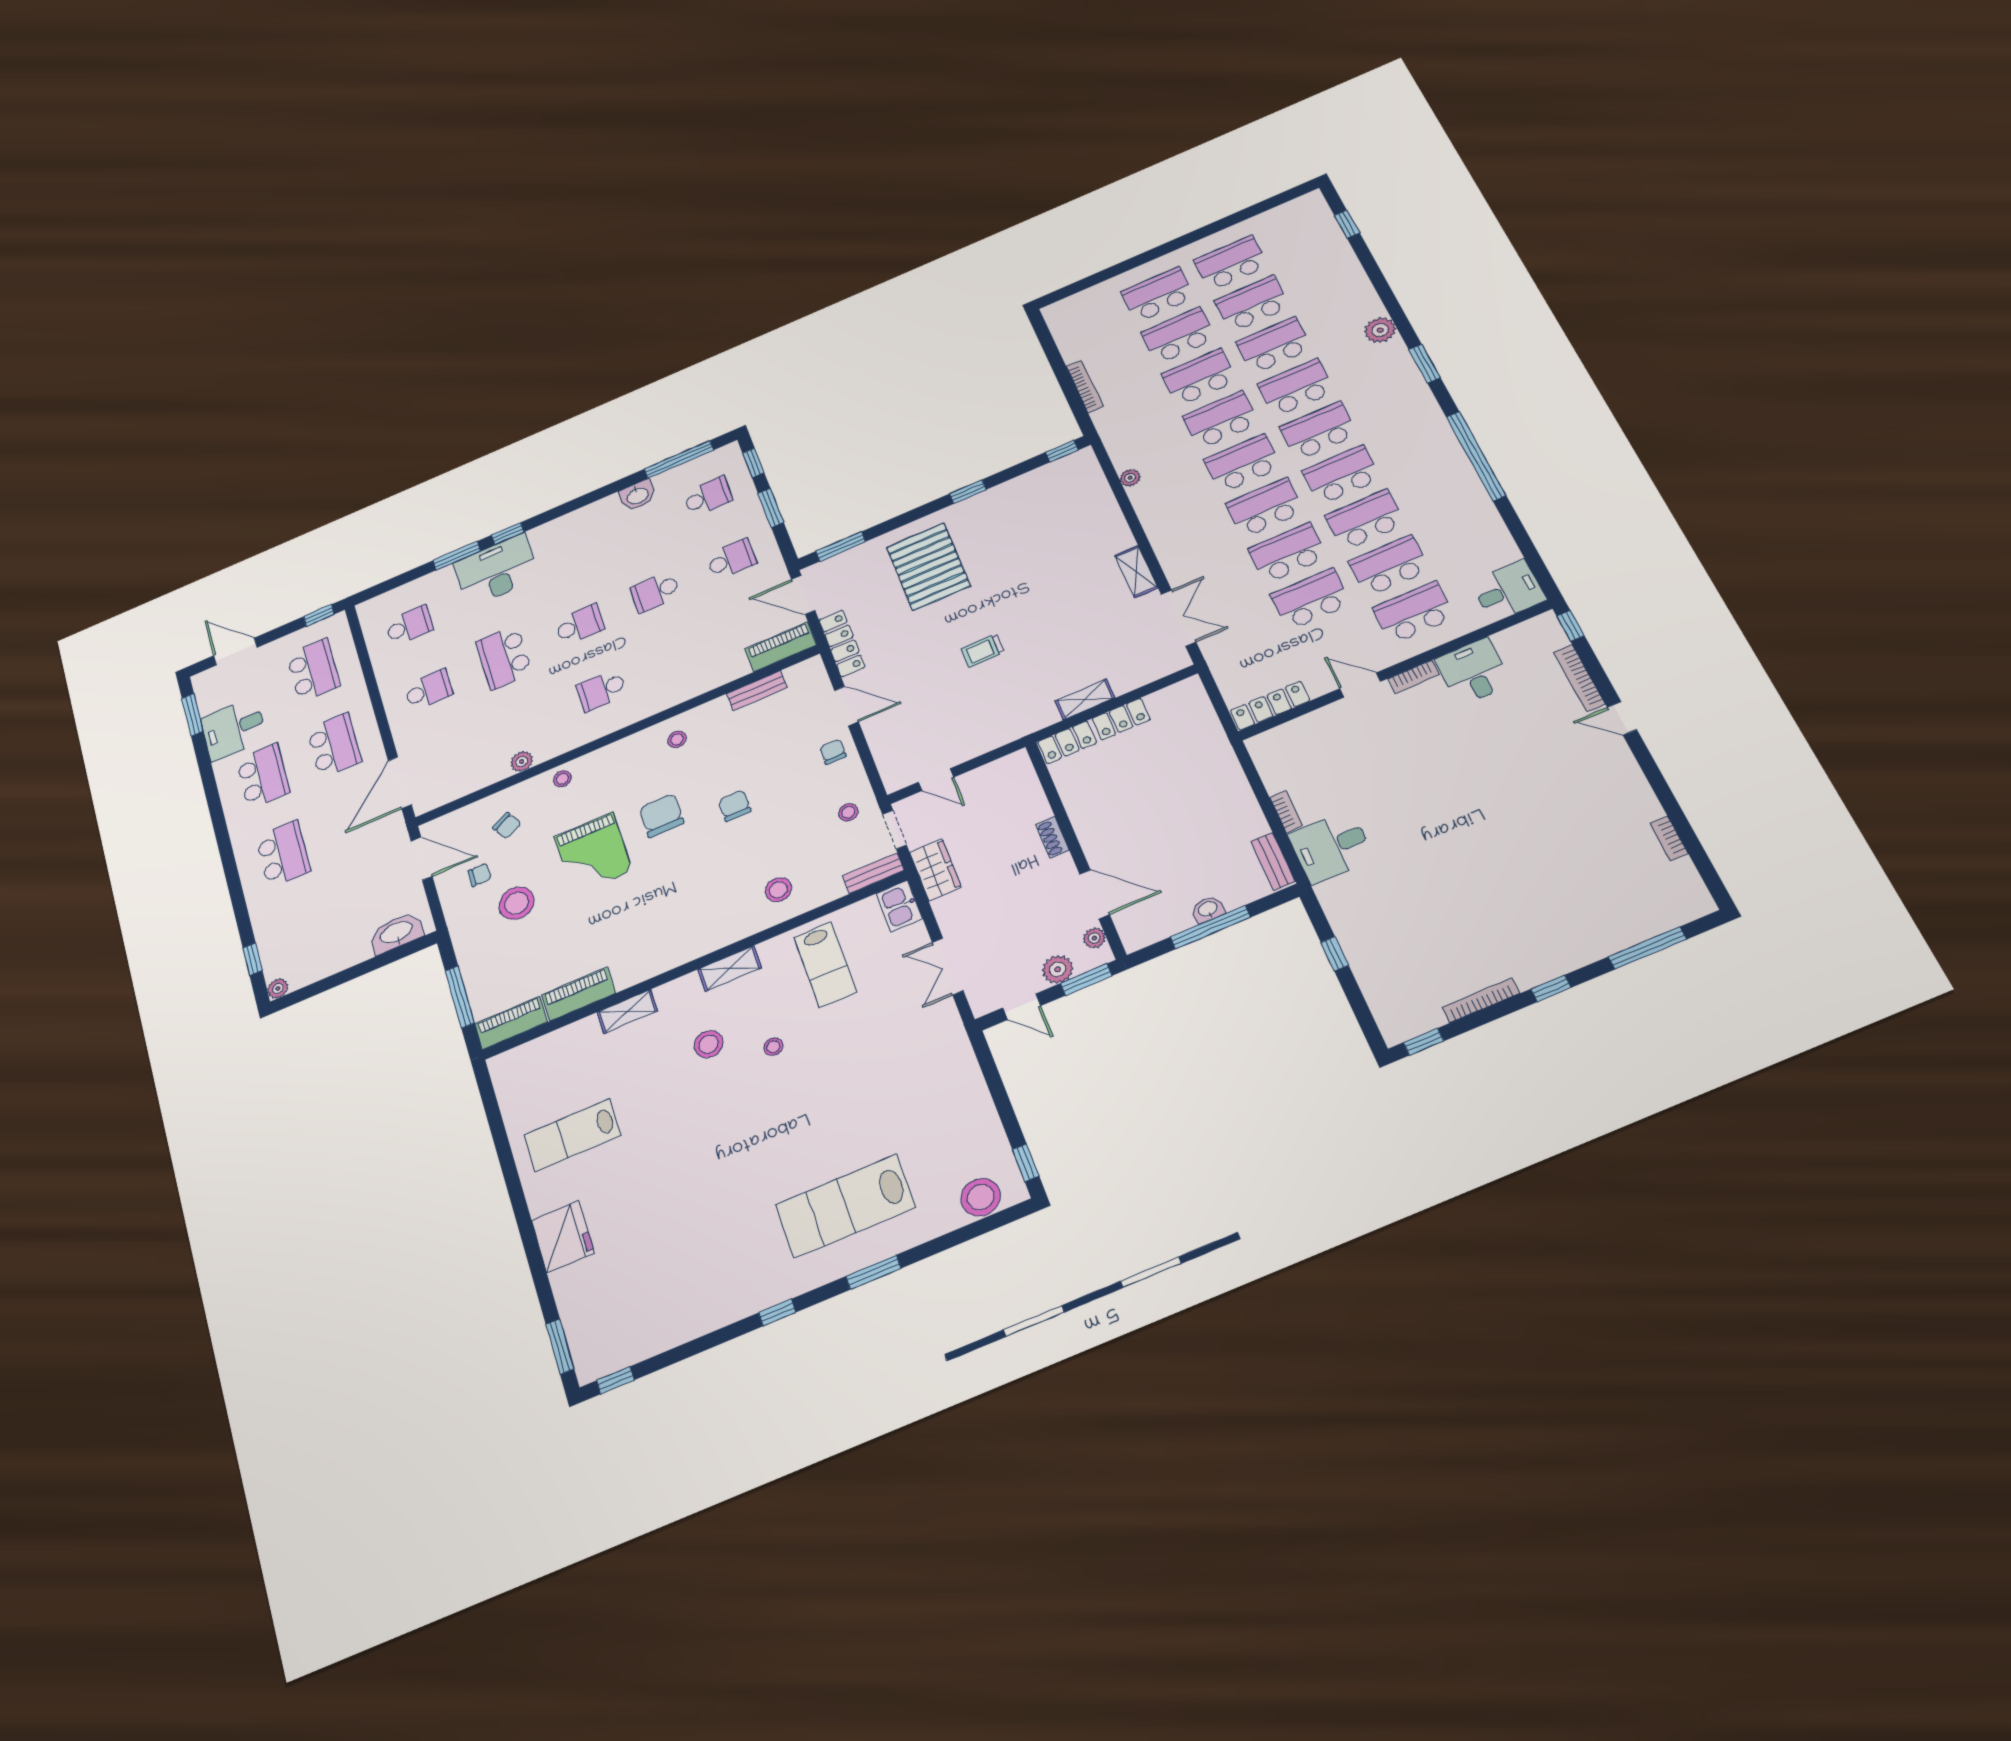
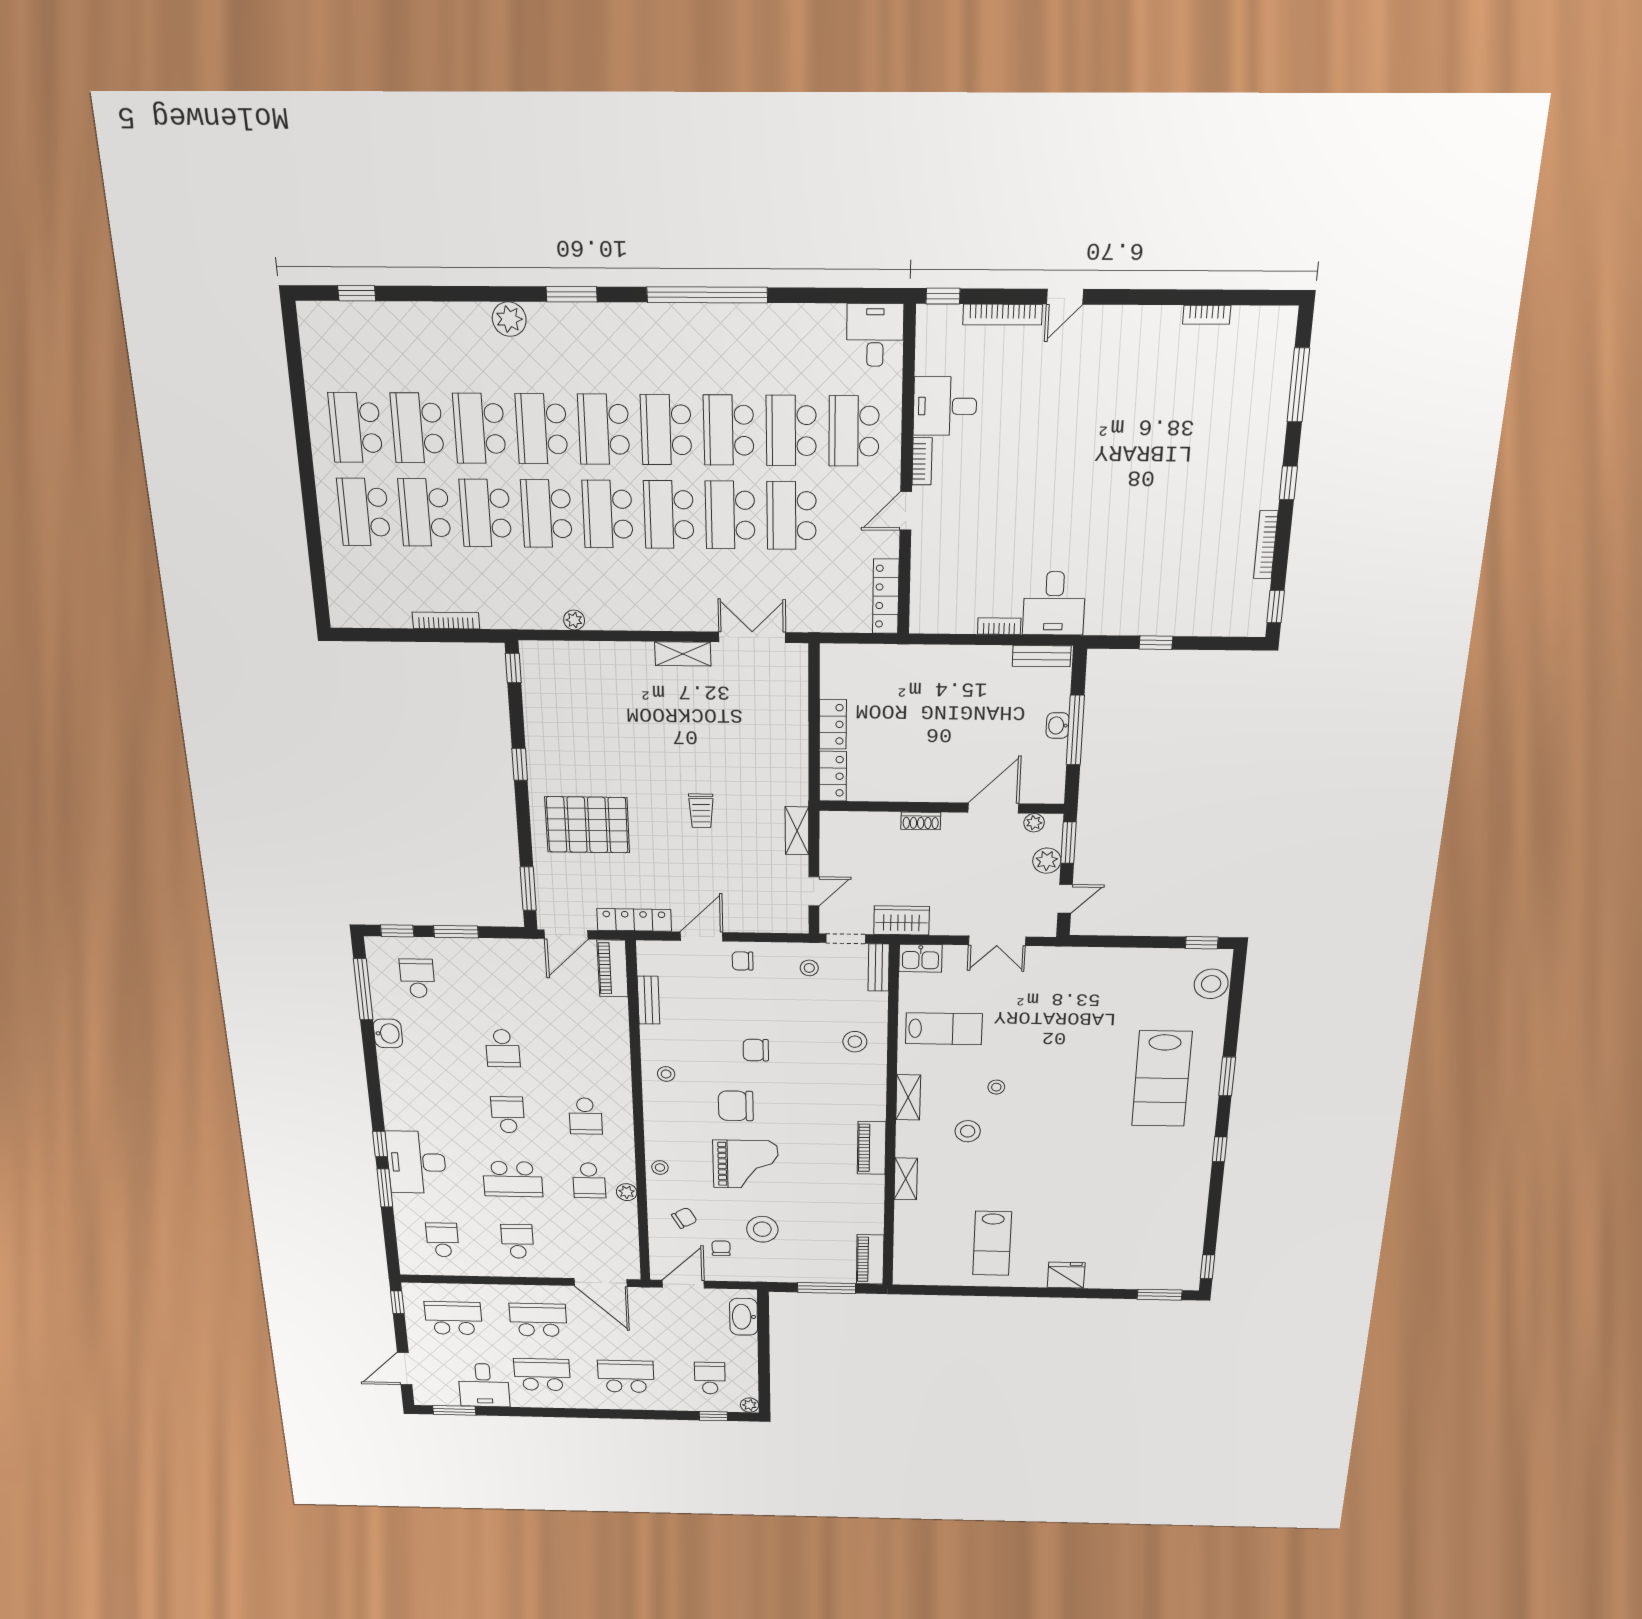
school desk: (731, 559) -> (589, 1180), moved, turned 180
shelving: (1085, 699) -> (797, 831), moved
school desk: (304, 935) -> (710, 1378), added
piano: (579, 994) -> (872, 1148), moved
fridge: (563, 1237) -> (1066, 1275), width x0.73, depth x0.75

